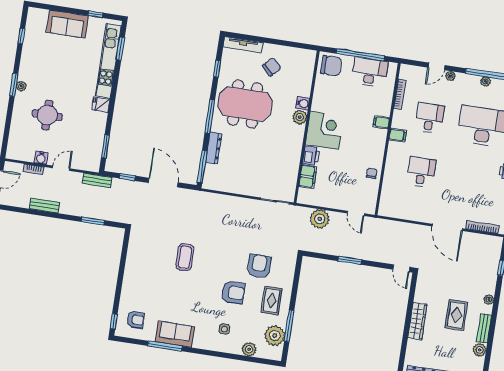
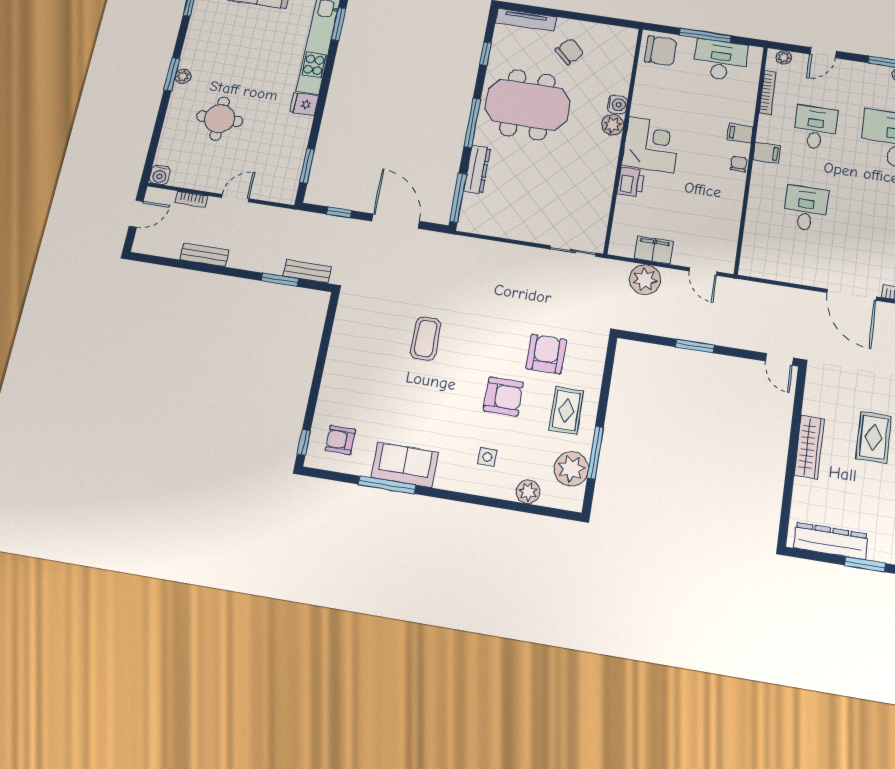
window: (360, 55) -> (705, 35), width x0.68
plant: (450, 76) -> (784, 57), moved
water cooler: (41, 158) -> (160, 175), moved
chair: (372, 173) -> (739, 164), moved
filing cabinet: (308, 177) -> (654, 250), moved, turned -90
bench: (97, 181) -> (307, 271), moved
armchair: (136, 320) -> (340, 440), turned 180

